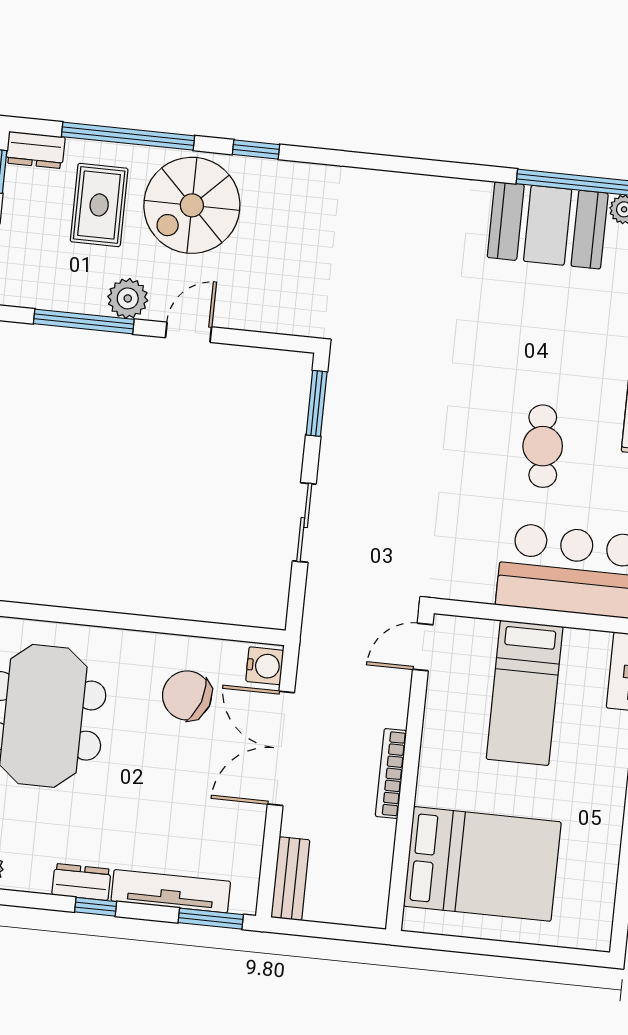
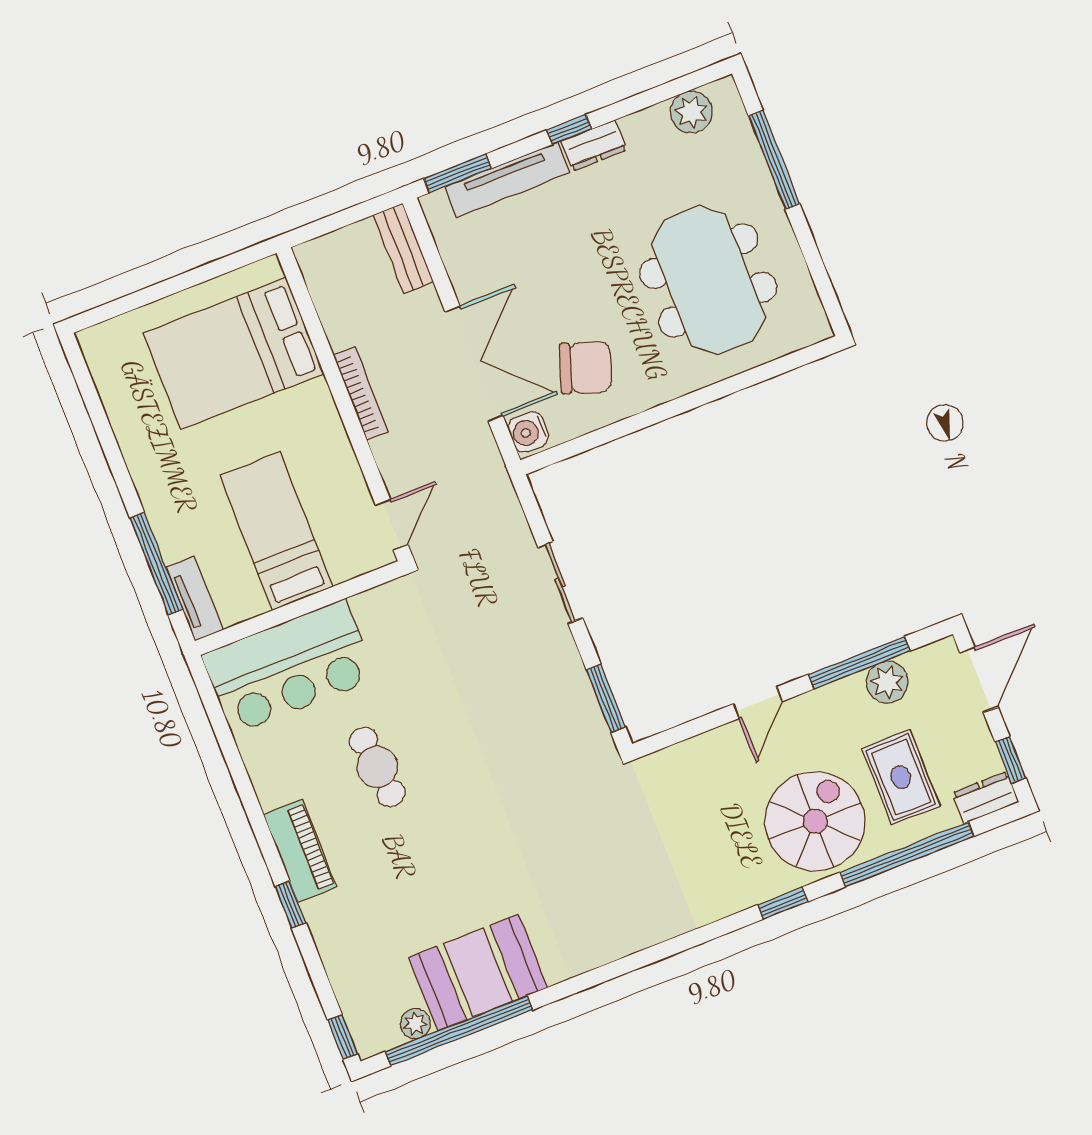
plant: (128, 298) -> (887, 682), moved

